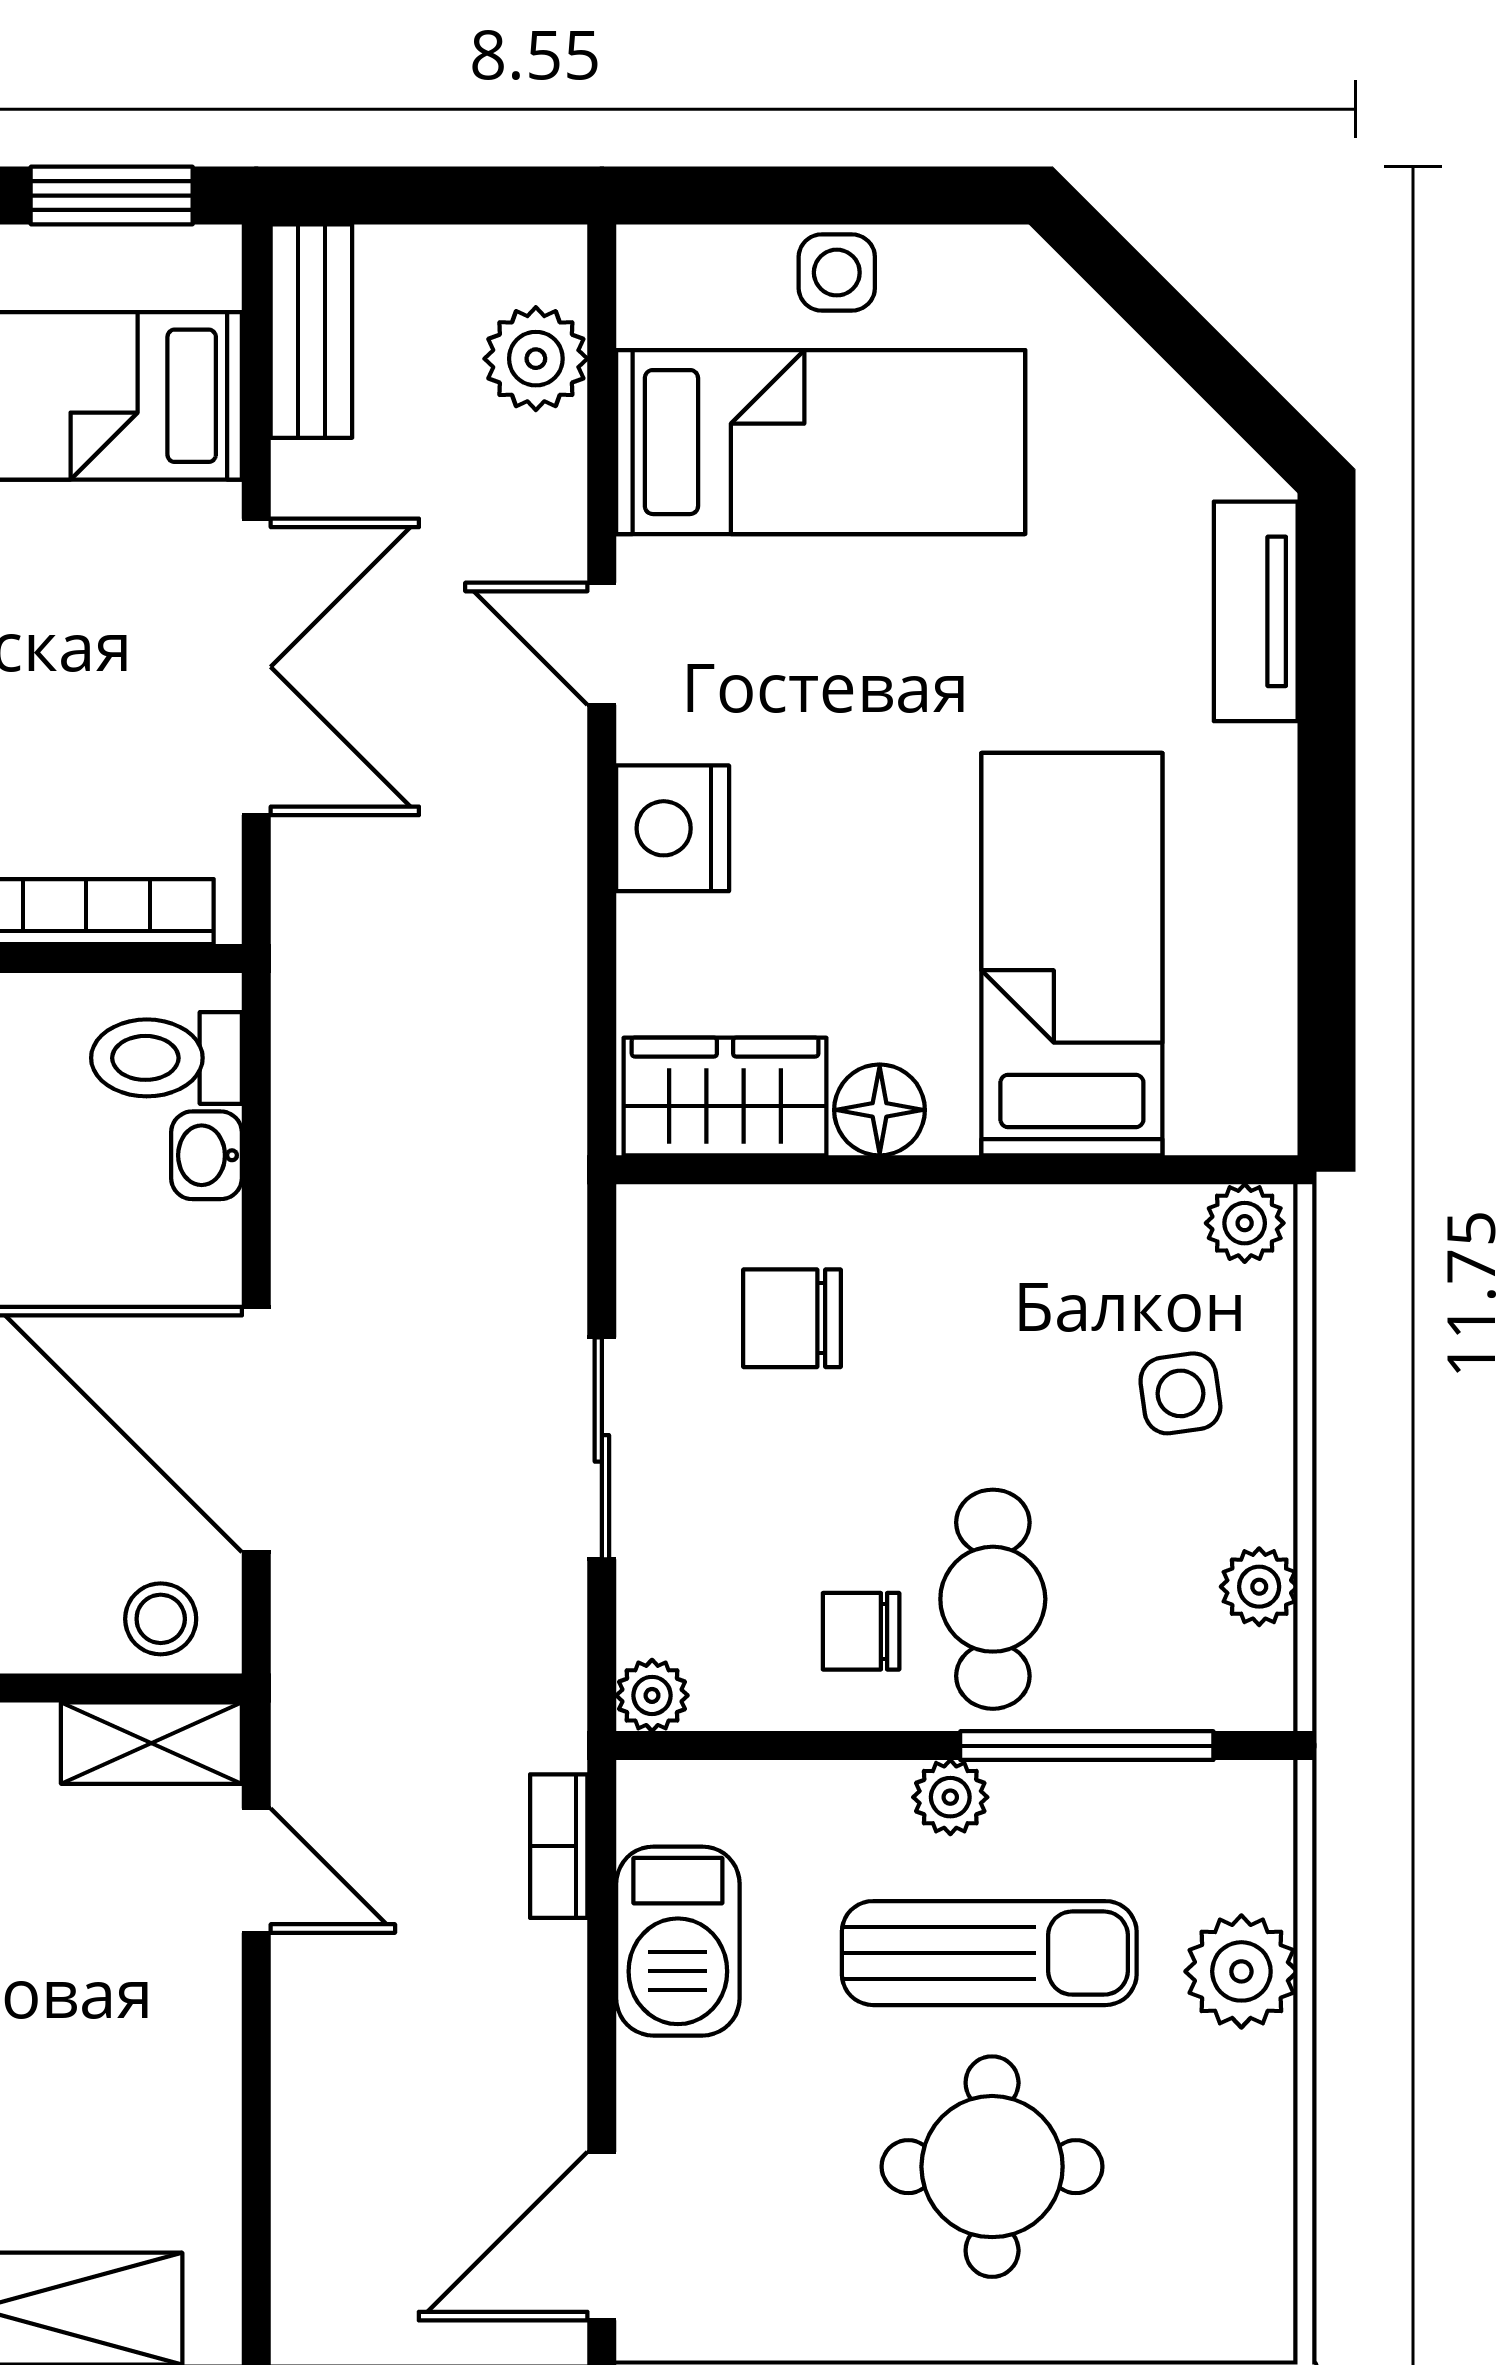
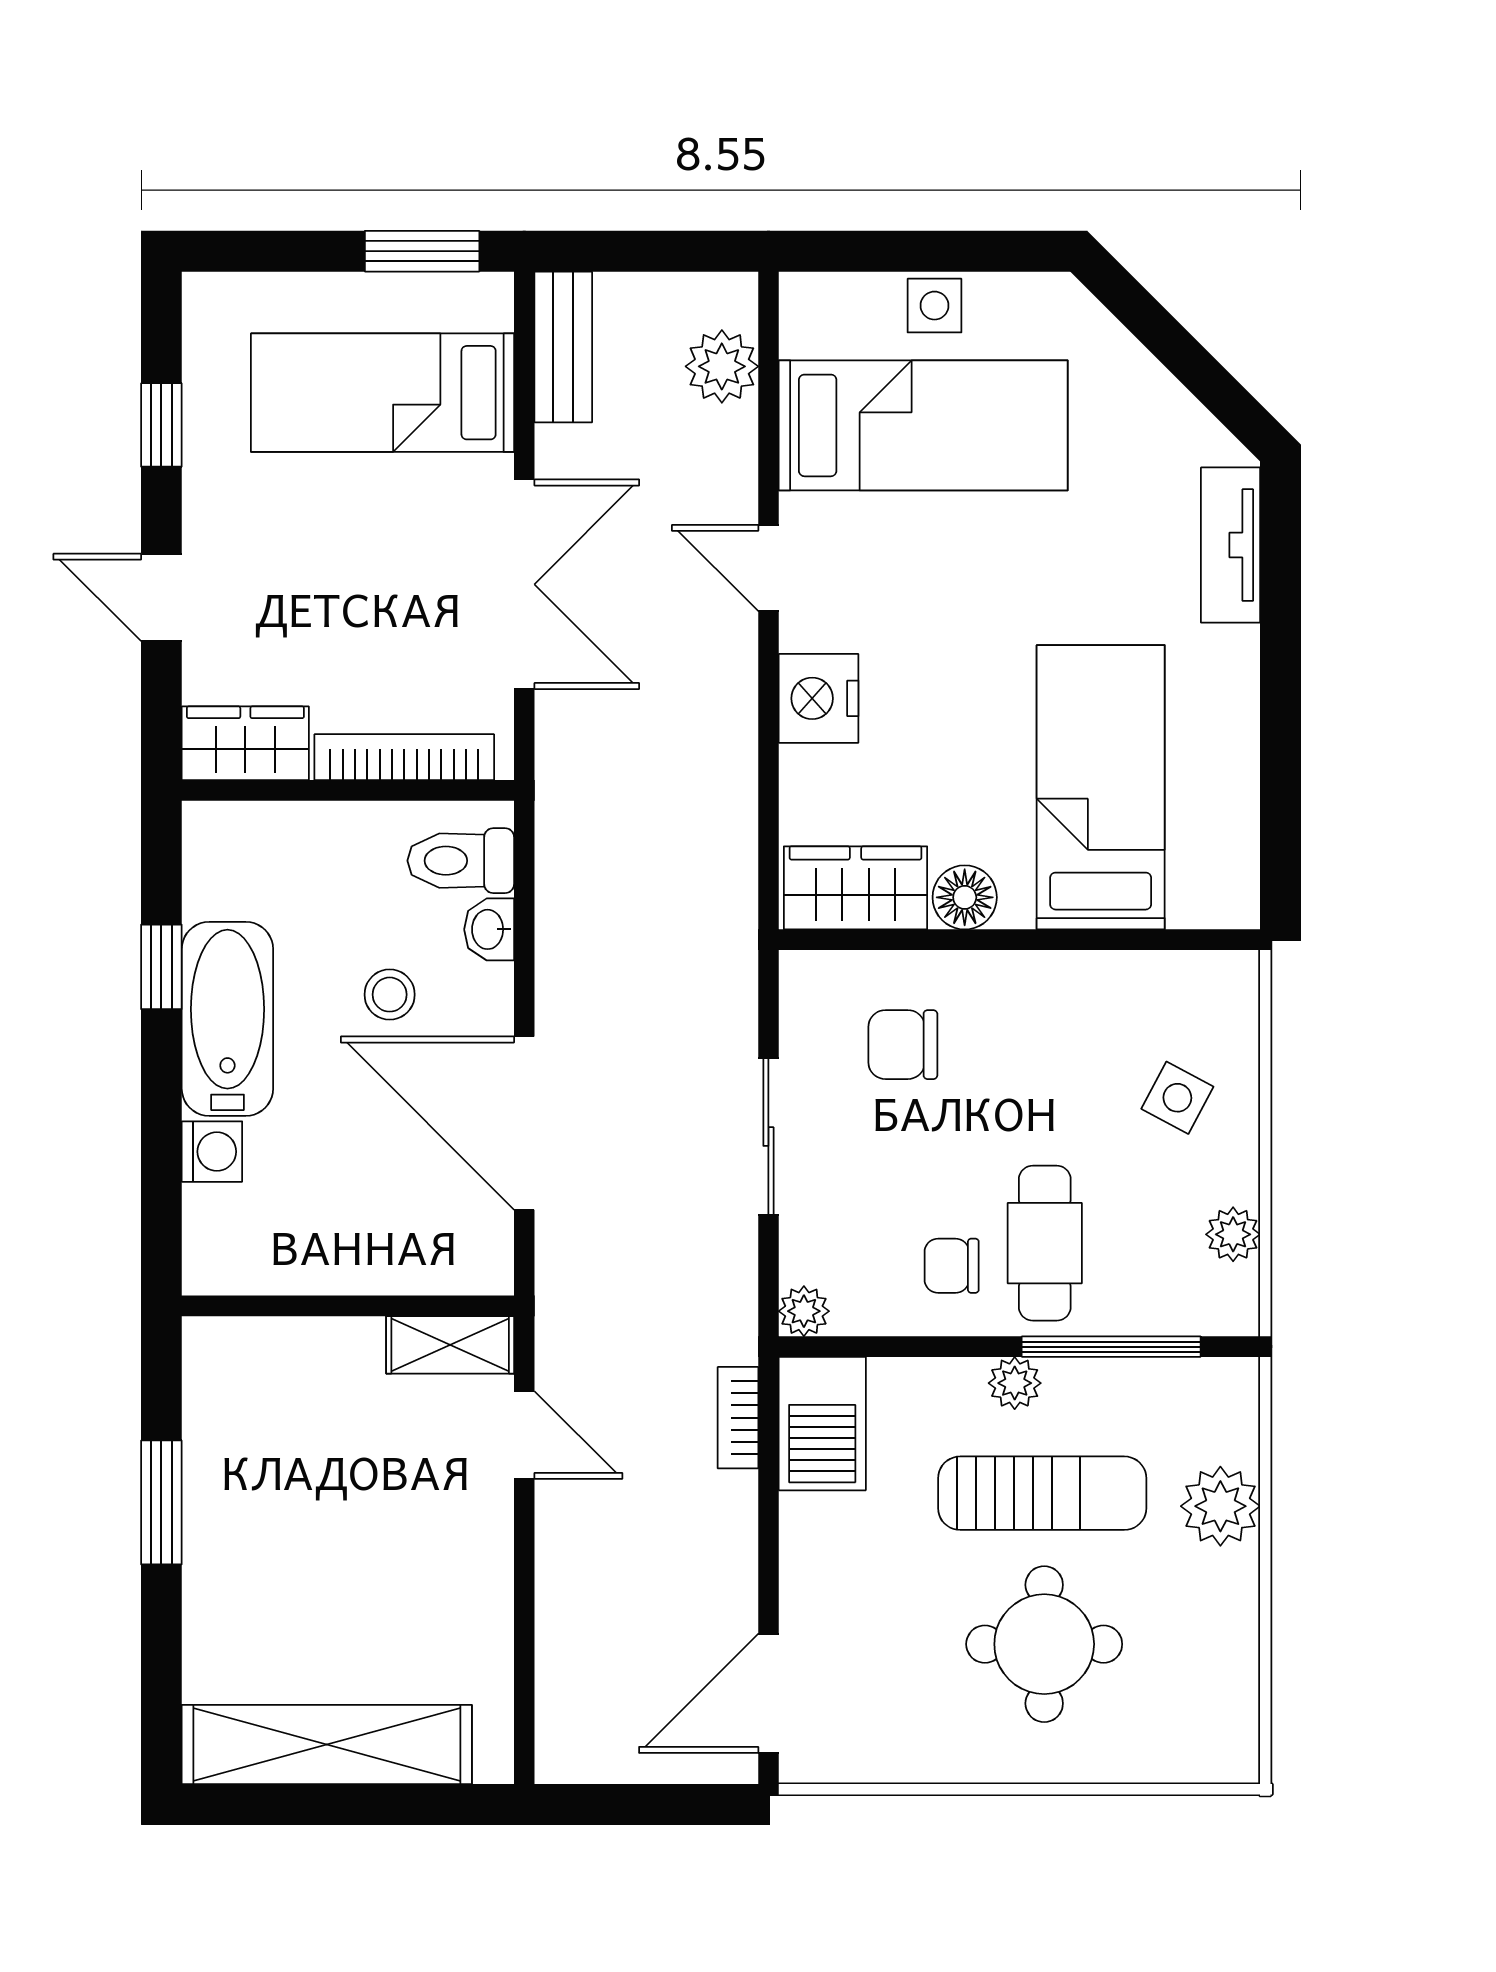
plant: (1245, 1223) -> (1223, 977), removed
side table: (1180, 1393) -> (1177, 1098), turned 36
stool: (161, 1619) -> (390, 995), moved
barbecue: (678, 1941) -> (822, 1424), moved

